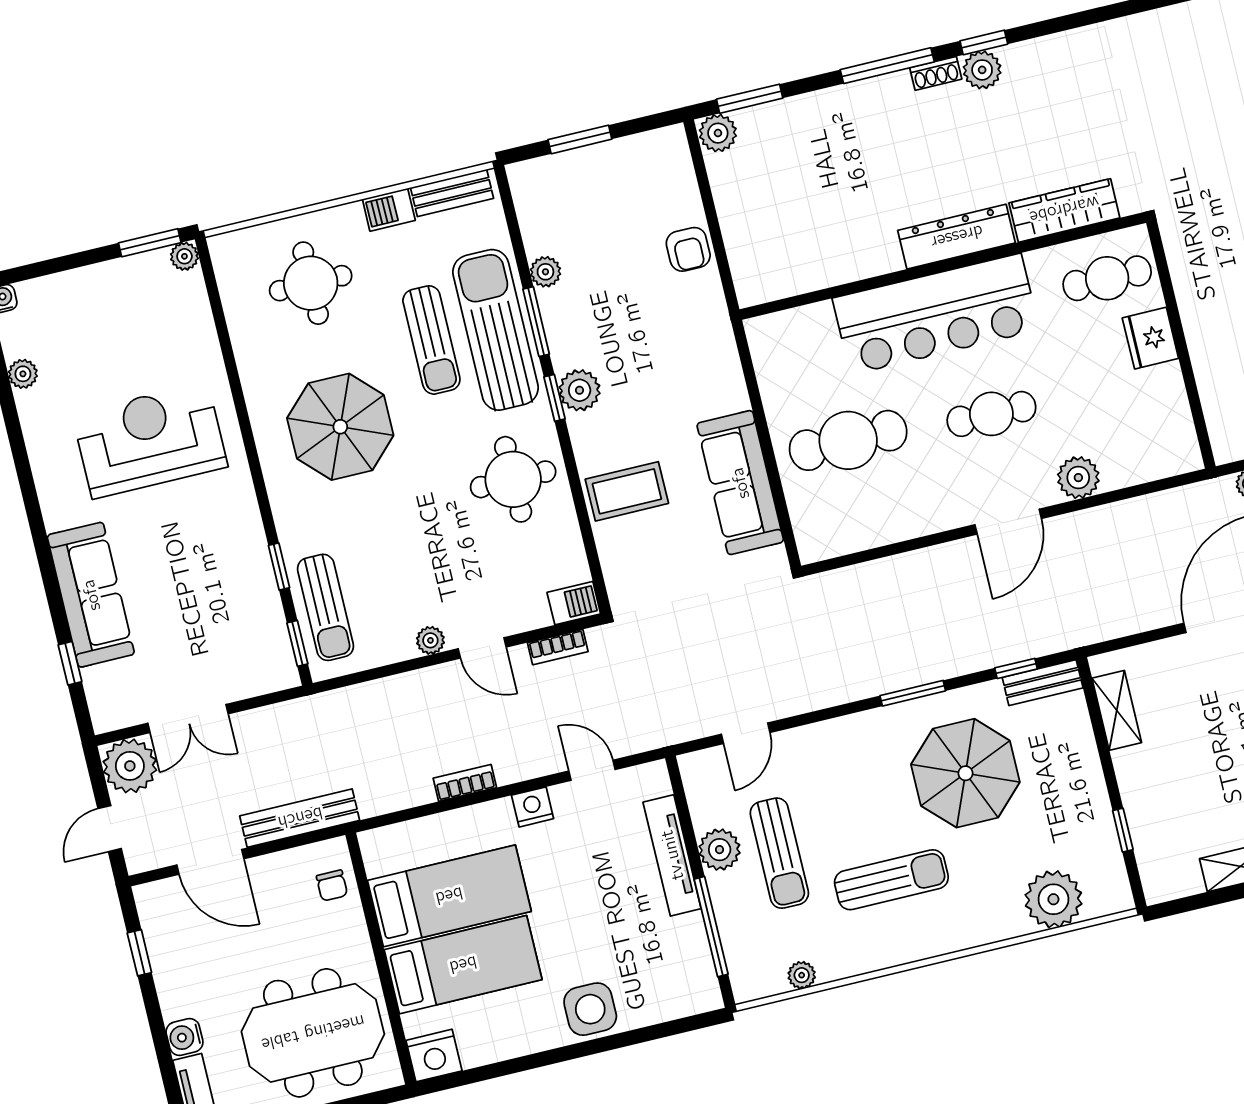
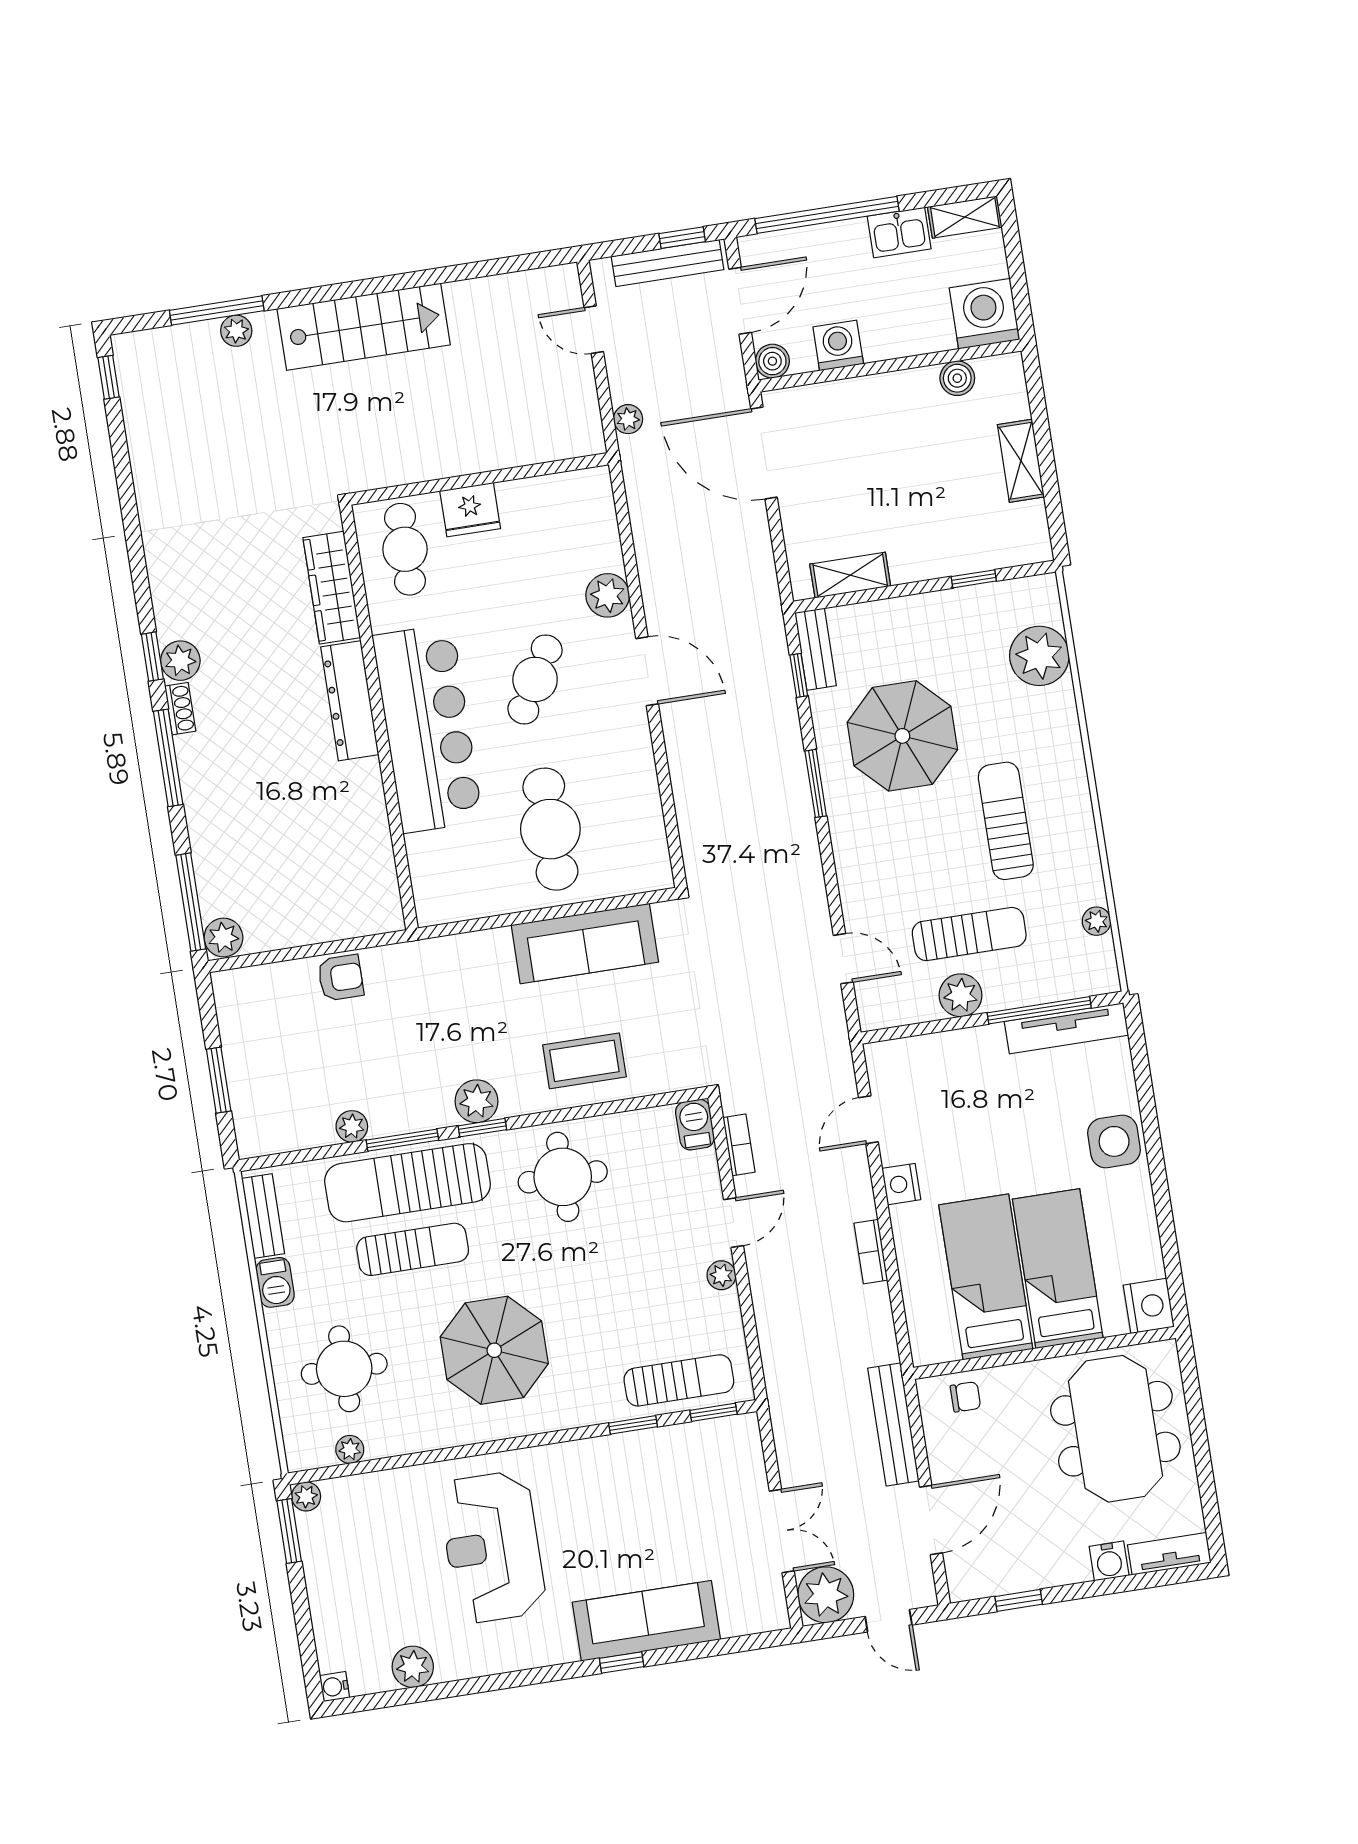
window: (750, 99) -> (191, 902), width x1.44
plant: (233, 295) -> (350, 1449), added
plant: (23, 374) -> (413, 1667), width x1.38, depth x1.38
cafe table: (991, 414) -> (535, 679), turned 30
coffee table: (627, 491) -> (584, 1061), turned 90
window: (70, 663) -> (622, 1663), moved
tv unit: (672, 855) -> (1066, 1028), moved

